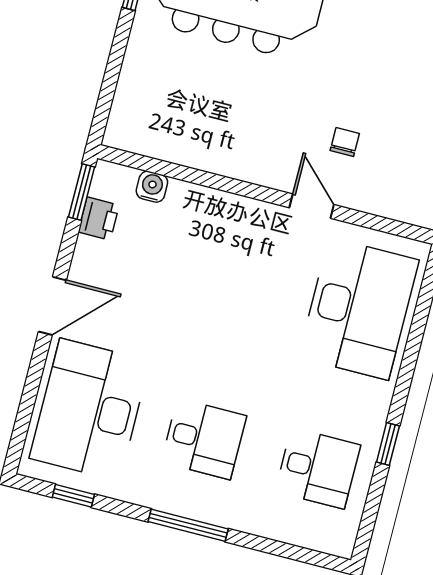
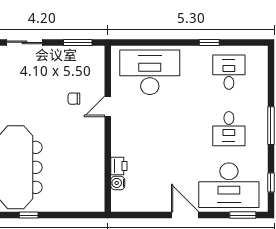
window: (82, 192) -> (243, 215), moved
printer: (99, 219) -> (119, 166), moved, turned 90
desk: (204, 439) -> (229, 129), turned 180

